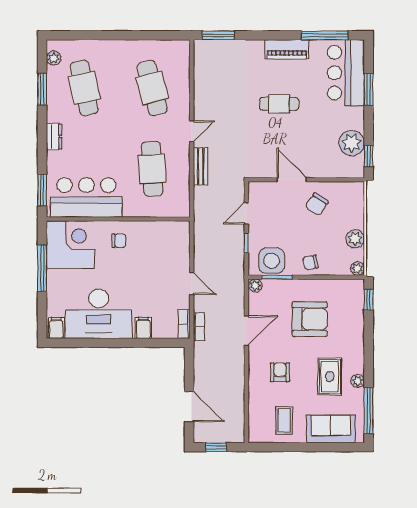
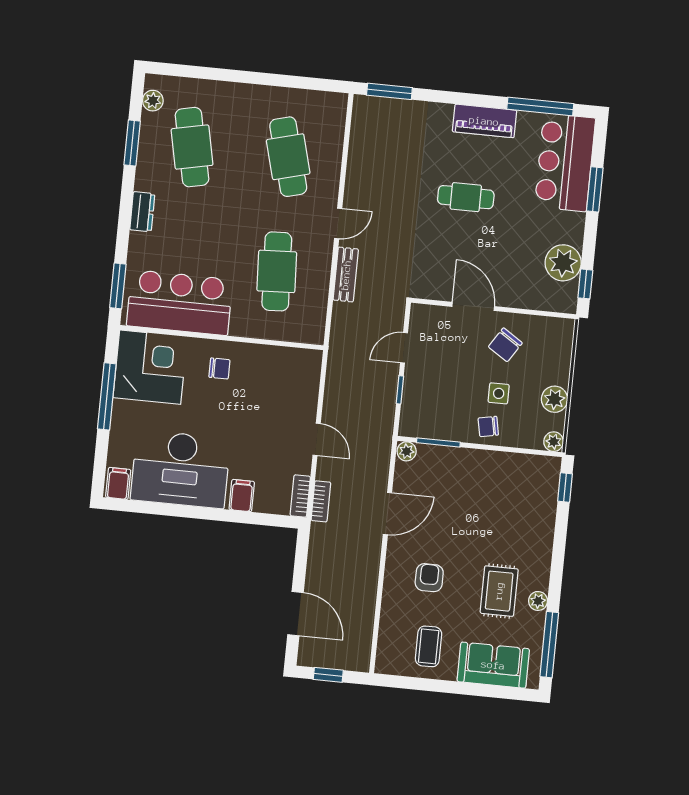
side table: (272, 261) -> (499, 393), moved, width x0.54, depth x0.54
armchair: (310, 319) -> (479, 507), removed

